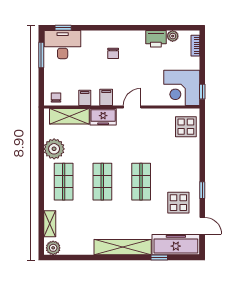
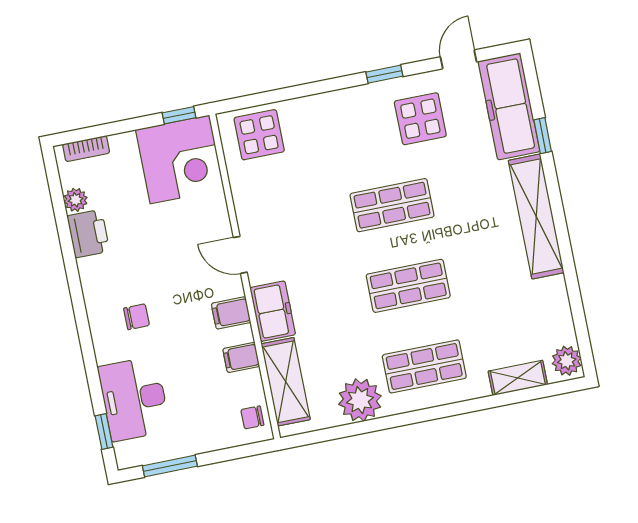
desk: (63, 45) -> (134, 399), moved

